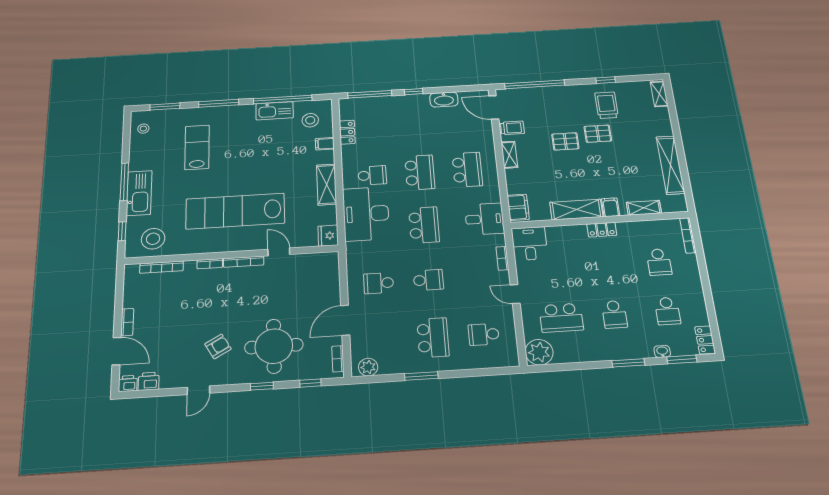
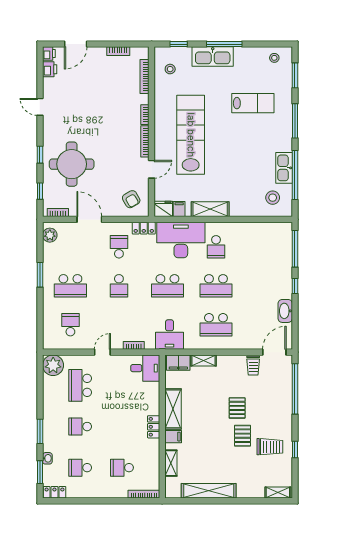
locker: (347, 132) -> (144, 228), moved
filing cabinet: (325, 144) -> (179, 209), moved
shelving: (509, 155) -> (204, 360), moved
stool: (153, 239) -> (170, 69), width x0.53, depth x0.53
bookcase: (127, 322) -> (118, 51), moved
armchair: (218, 346) -> (131, 199), moved

